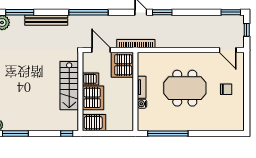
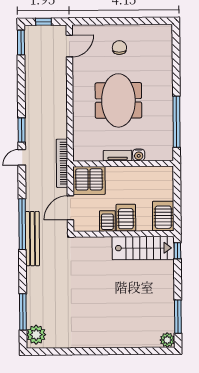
bench: (46, 20) -> (32, 239), moved
stairs: (69, 86) -> (143, 248), moved
server rack: (93, 98) -> (126, 218), width x0.62

